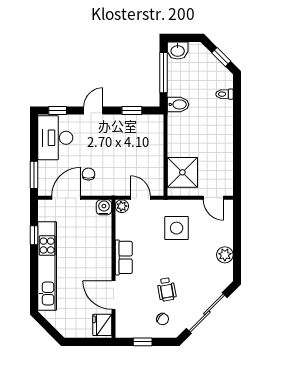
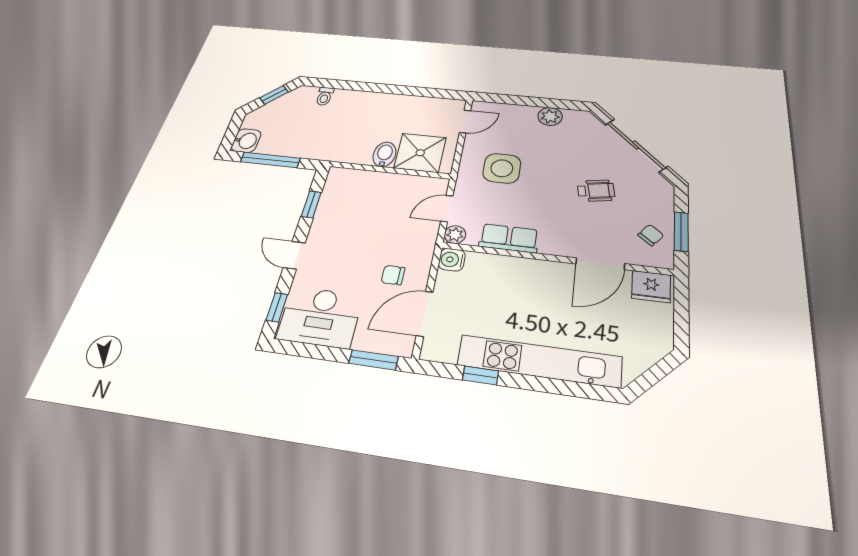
bidet: (178, 104) -> (384, 154), moved
door: (66, 198) -> (425, 314), hinge flipped
row of seats: (124, 257) -> (509, 238), moved
chair: (163, 319) -> (651, 235), moved
window: (143, 342) -> (681, 232), width x1.50

